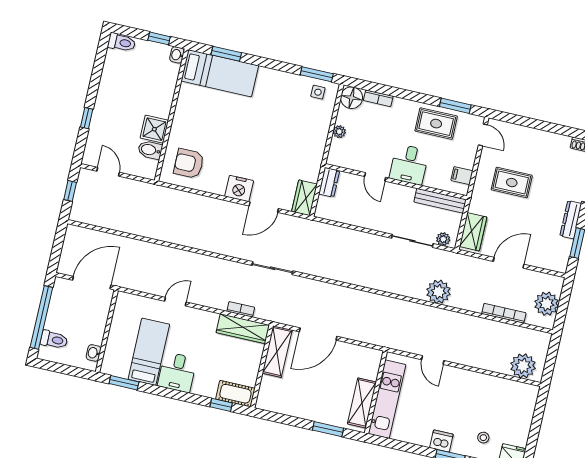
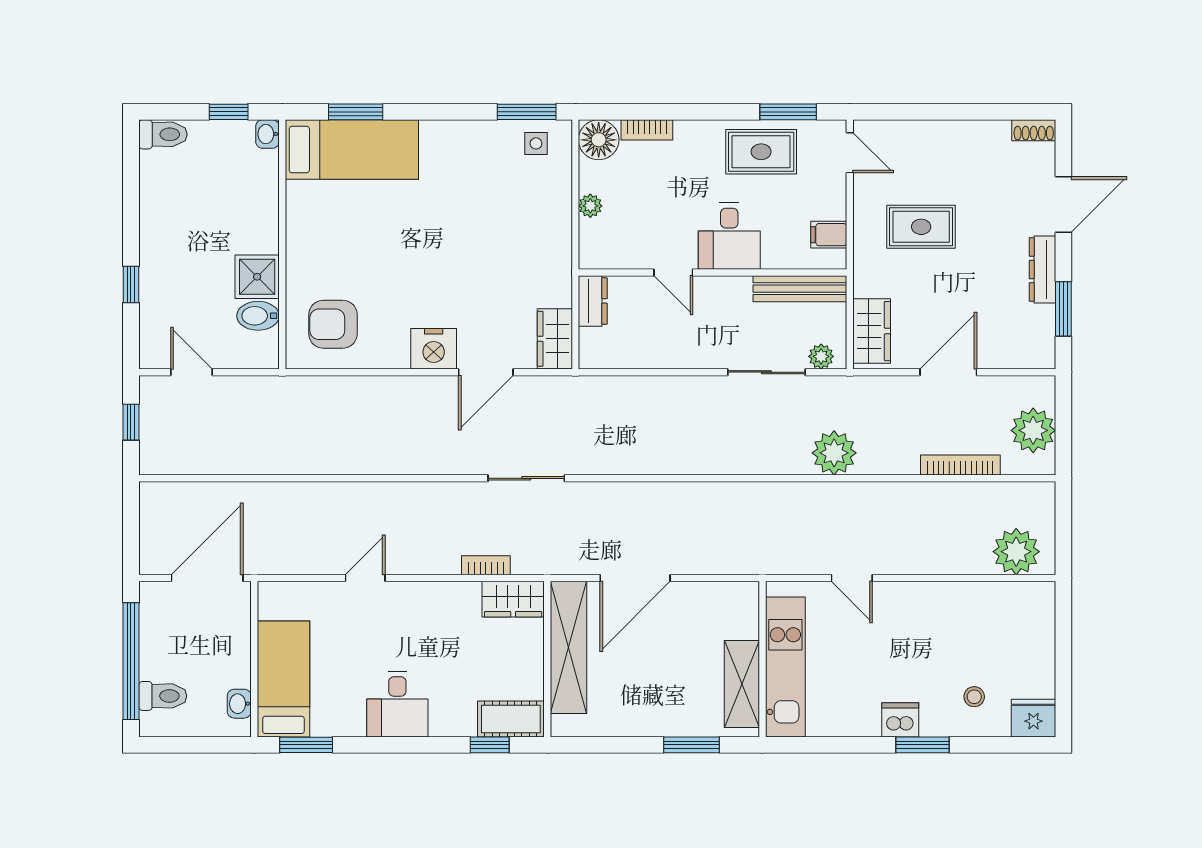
wardrobe: (243, 329) -> (513, 599), width x0.67
bed: (149, 352) -> (283, 679), moved
shelving: (277, 352) -> (568, 647), width x1.47

